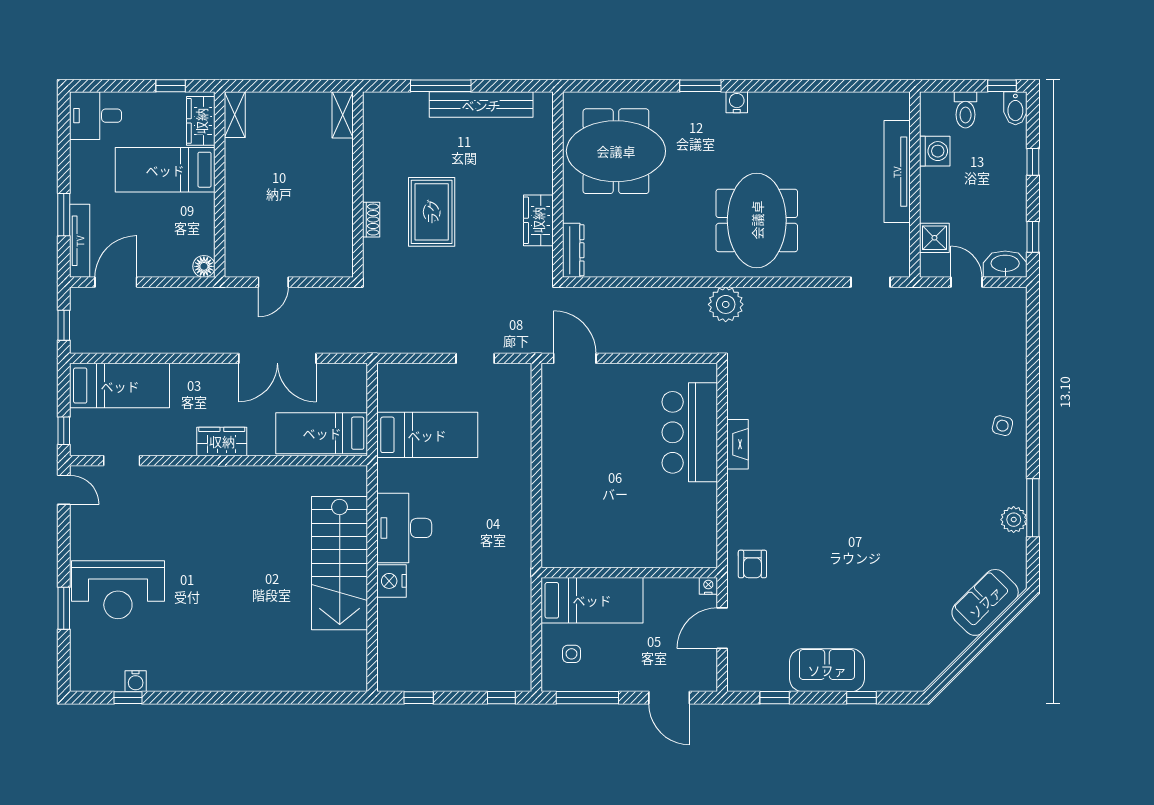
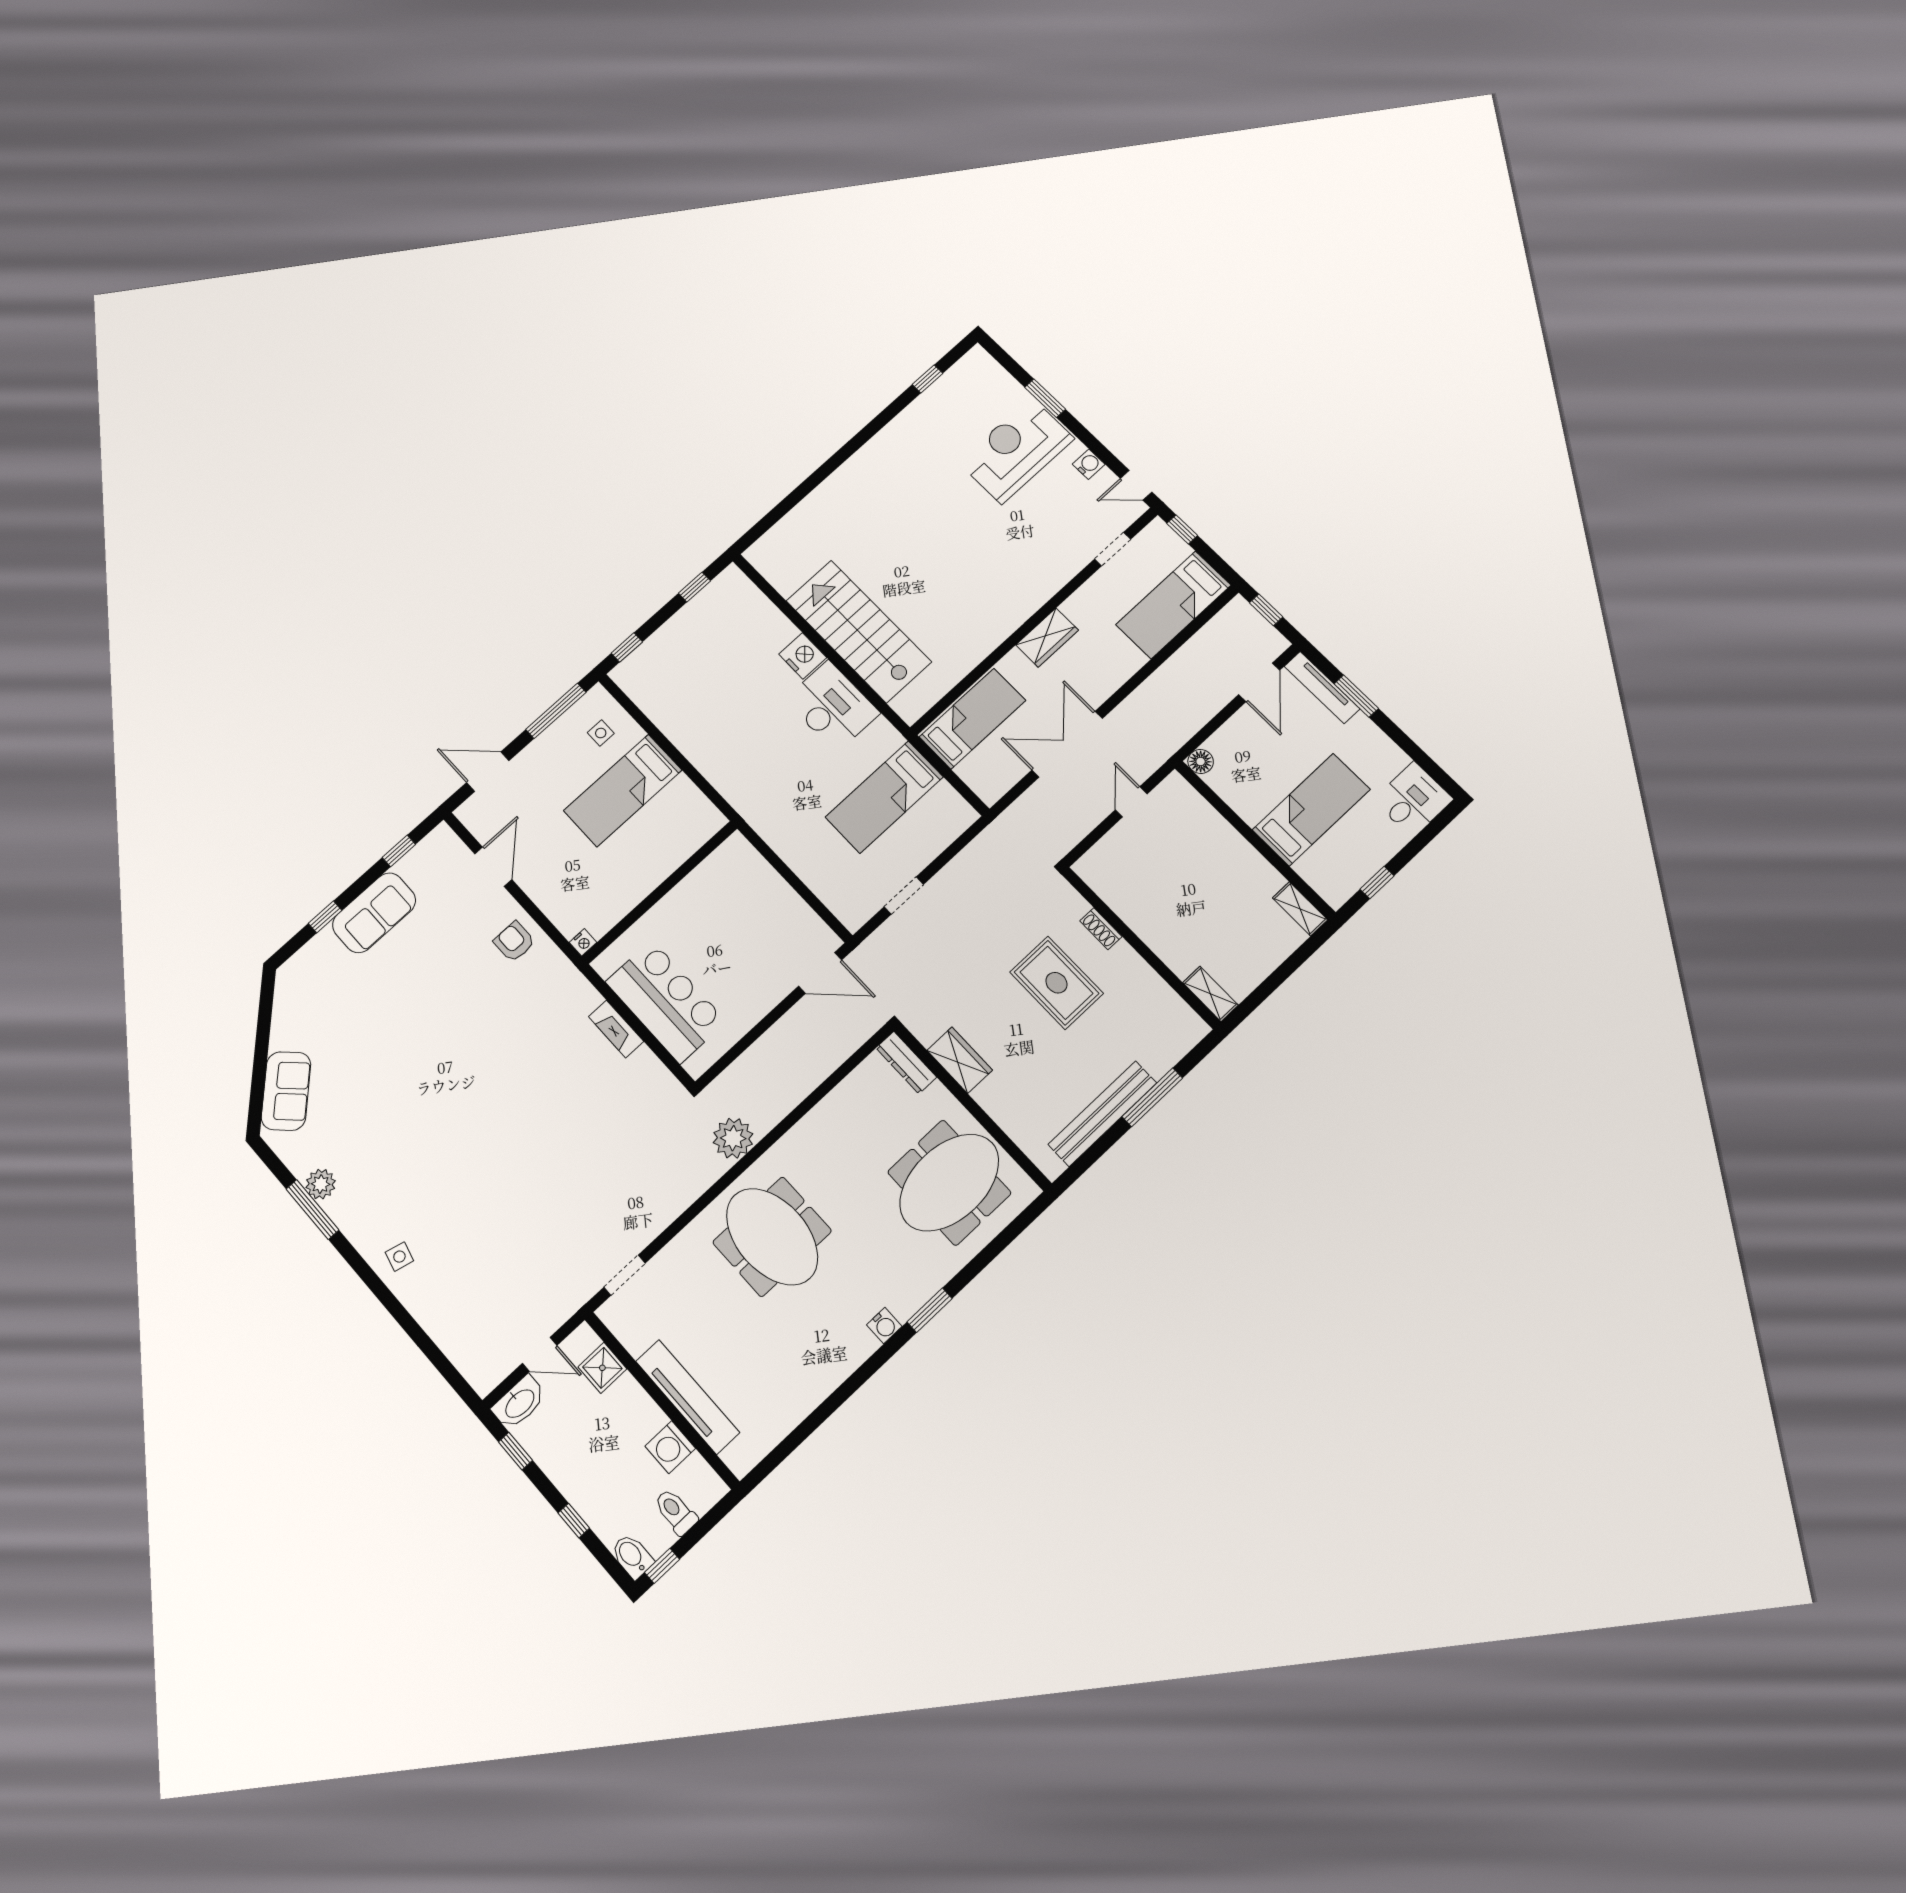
wardrobe: (201, 121) -> (1323, 877), removed
wall: (629, 573) -> (660, 892), moved
nightstand: (708, 586) -> (583, 942), moved
water cooler: (136, 681) -> (1089, 464), moved, turned 90

